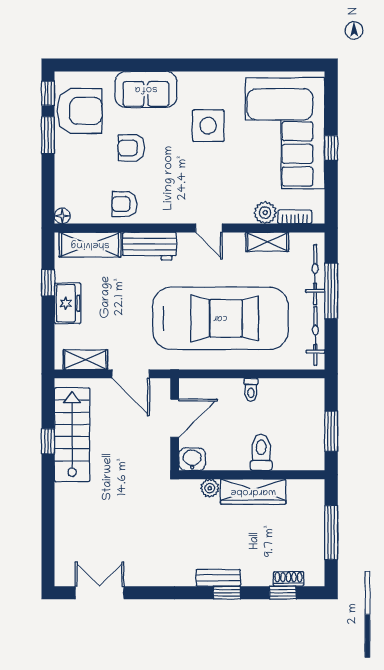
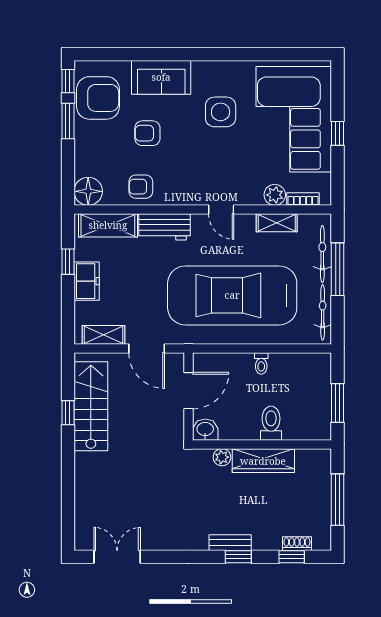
floor lamp: (62, 216) -> (88, 191), width x1.89, depth x1.89
car: (220, 318) -> (232, 295), turned 180

